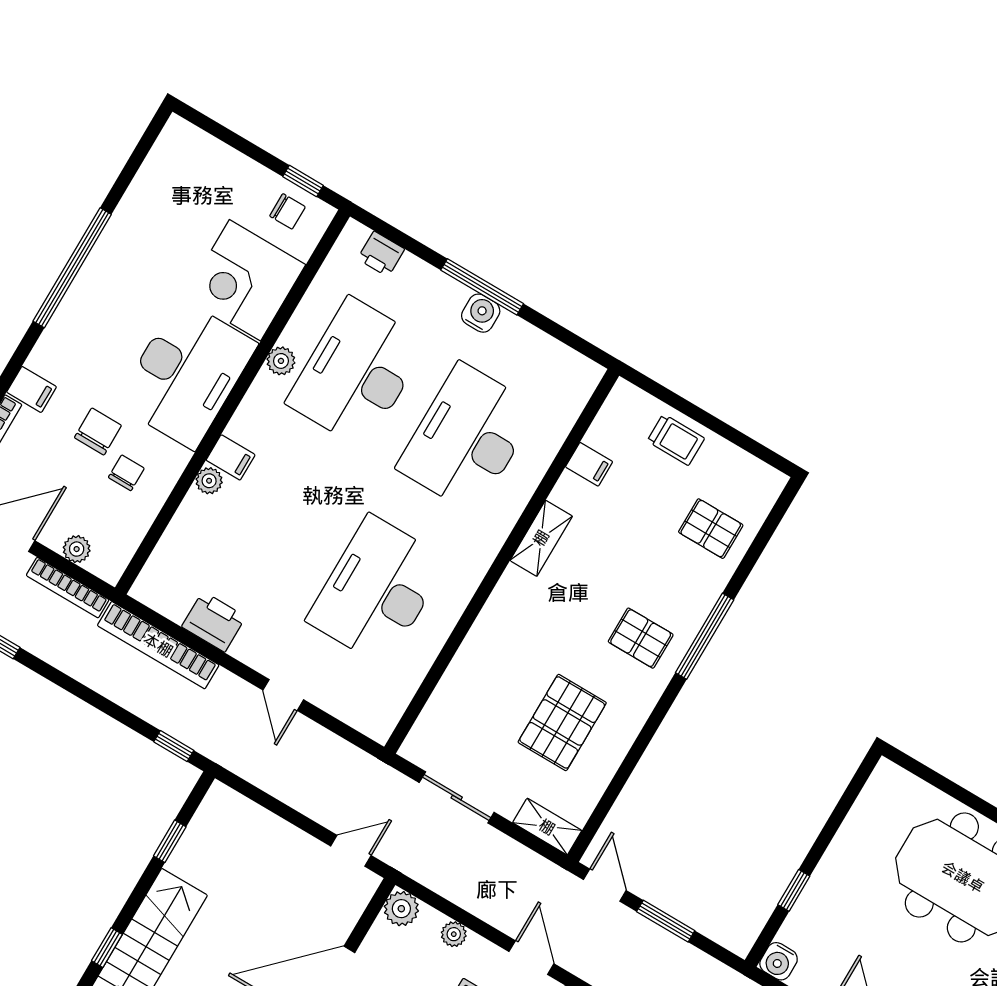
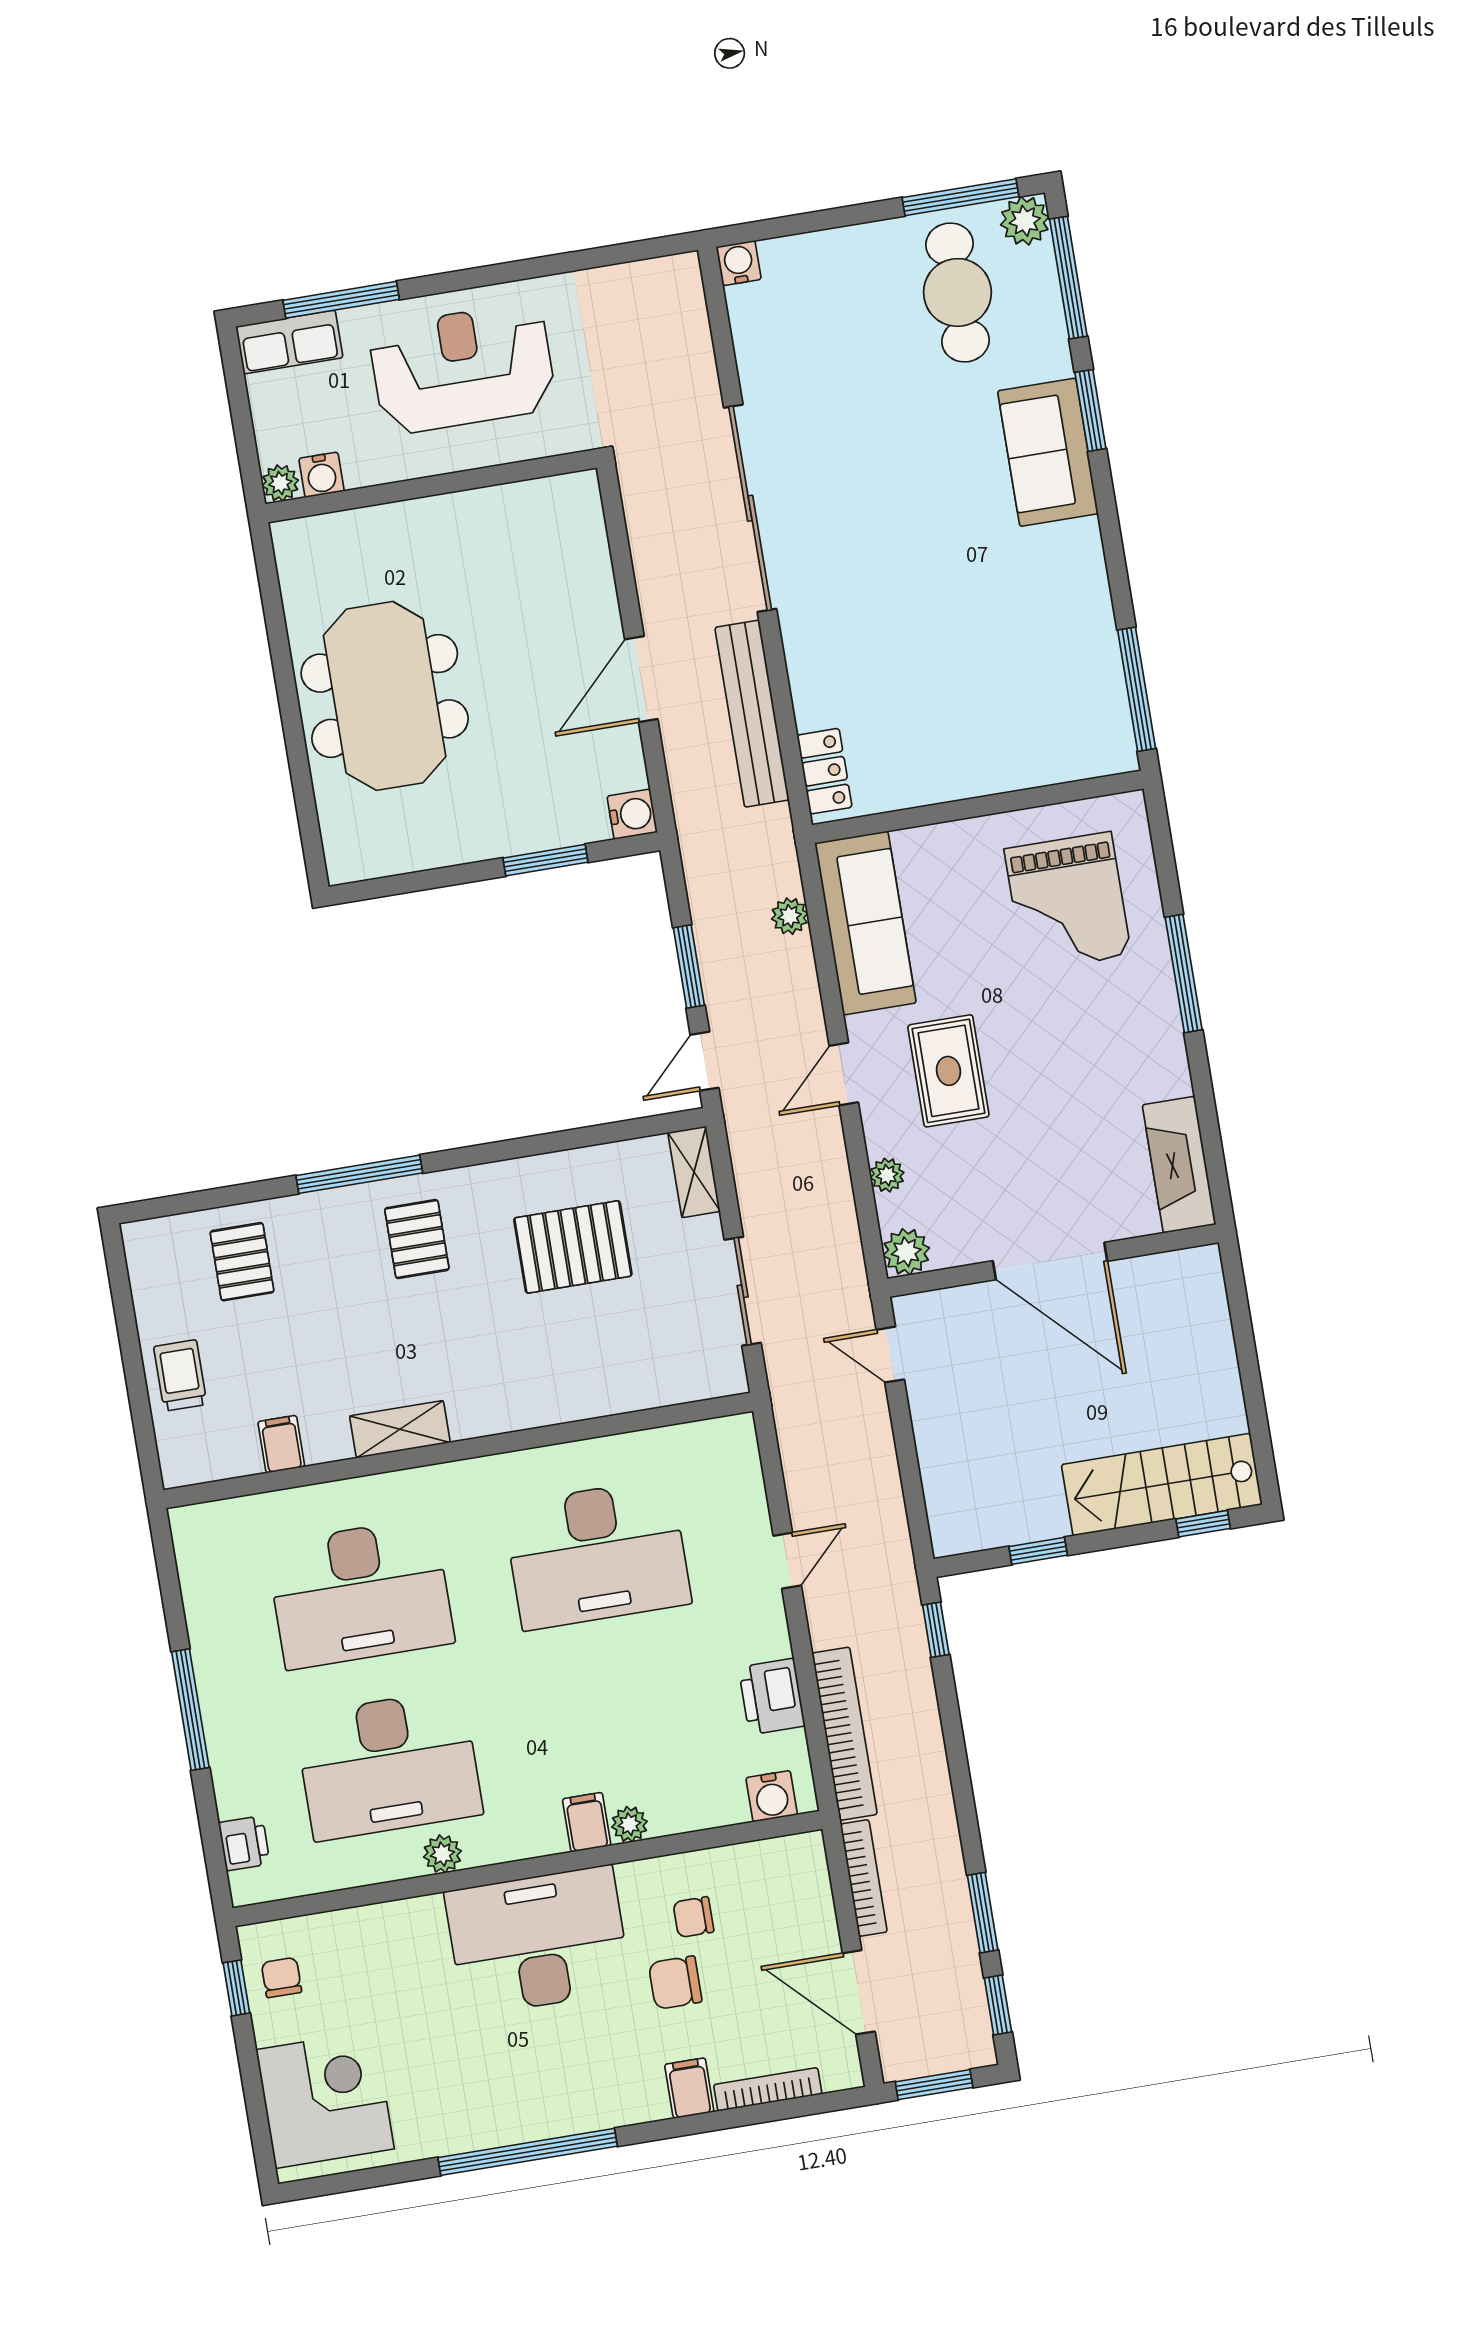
corner desk: (245, 280) -> (325, 2099), moved, turned -90
water cooler: (481, 313) -> (772, 1796), moved, turned -90
plant: (77, 549) -> (816, 1902), removed
window: (794, 890) -> (545, 860), width x1.50

